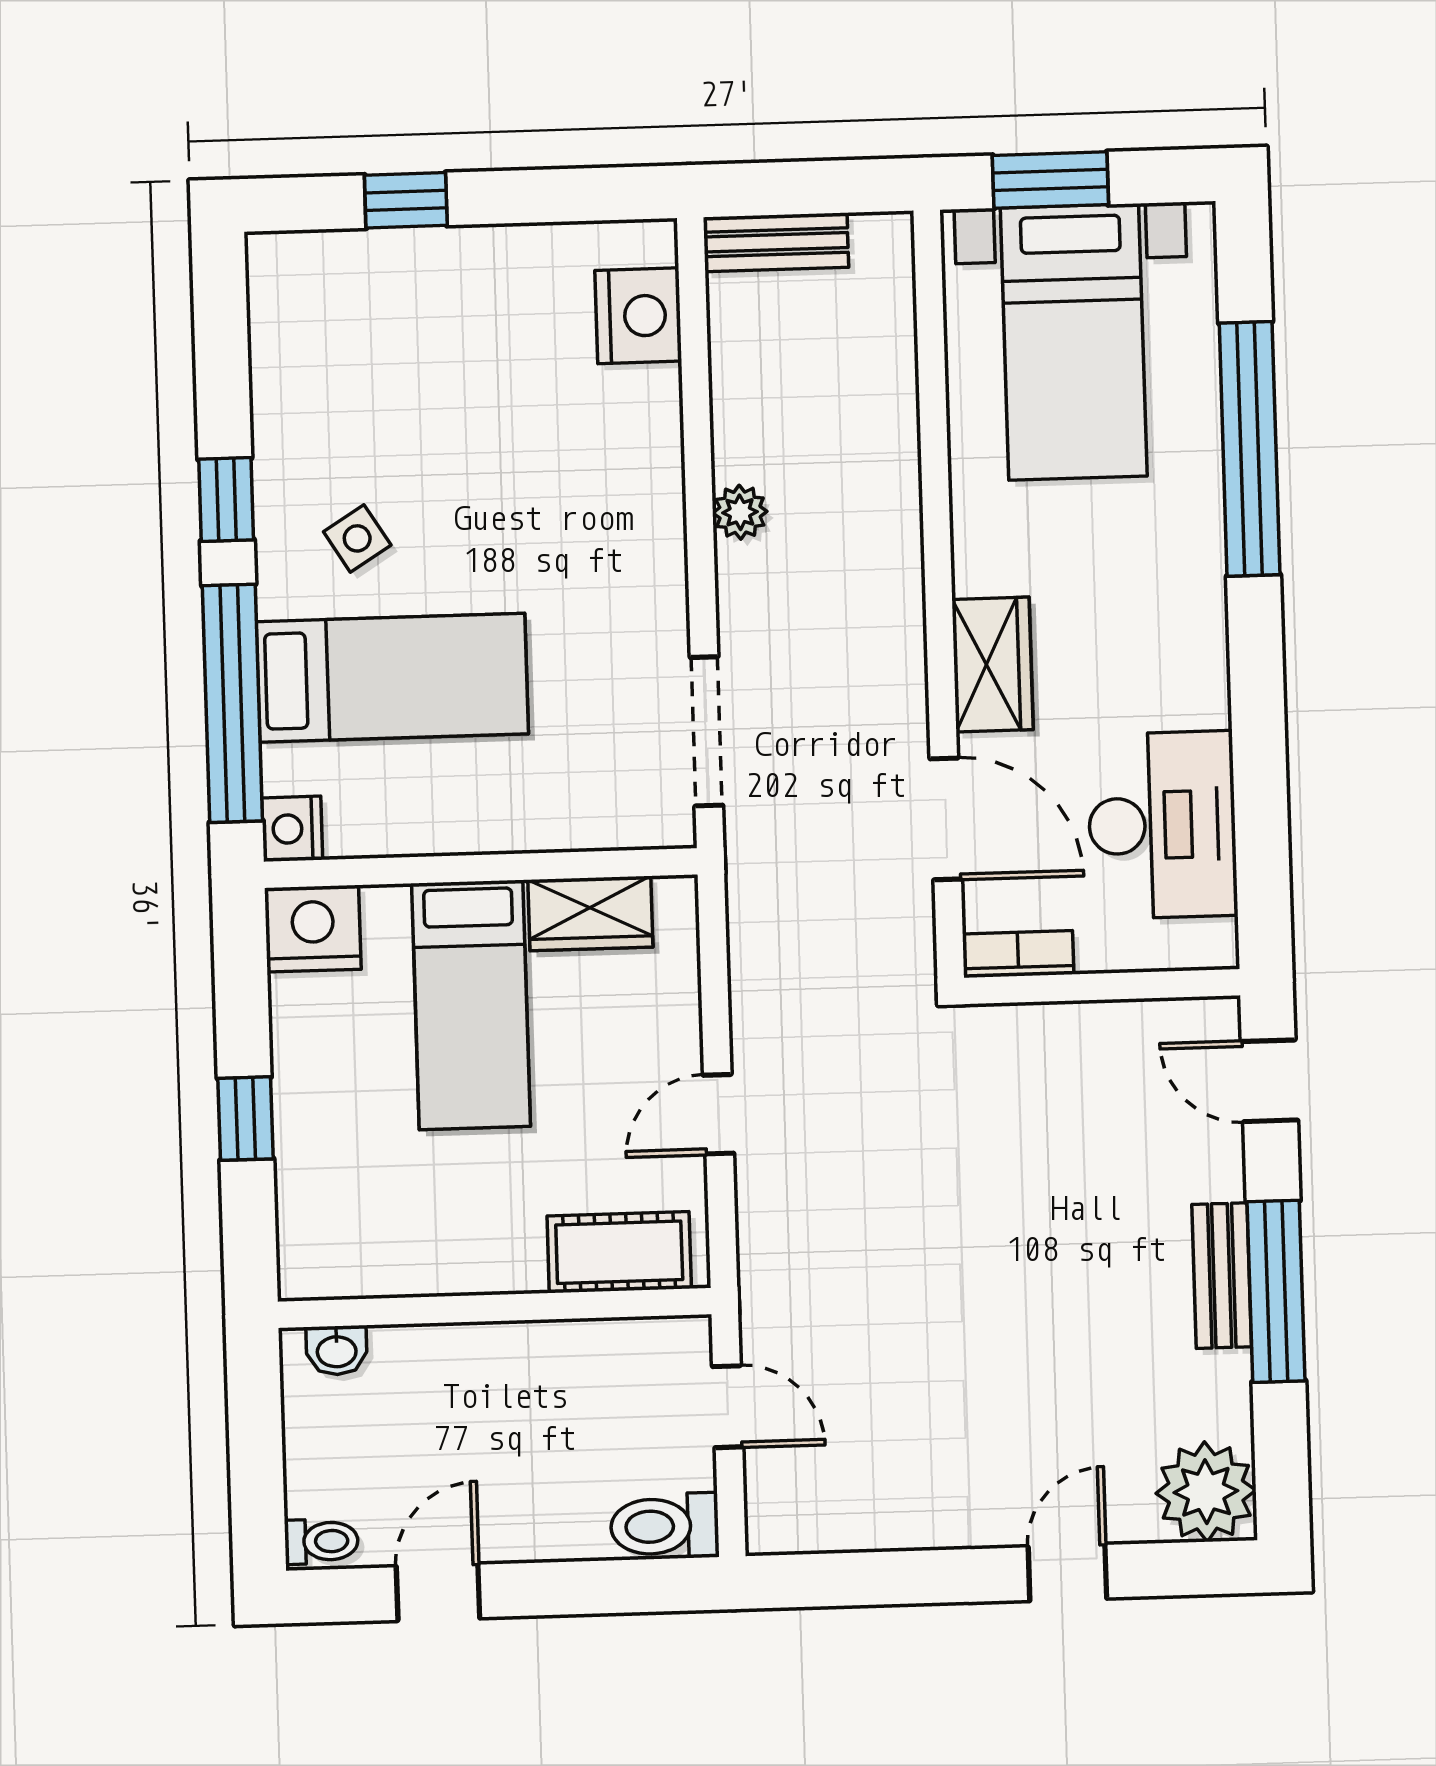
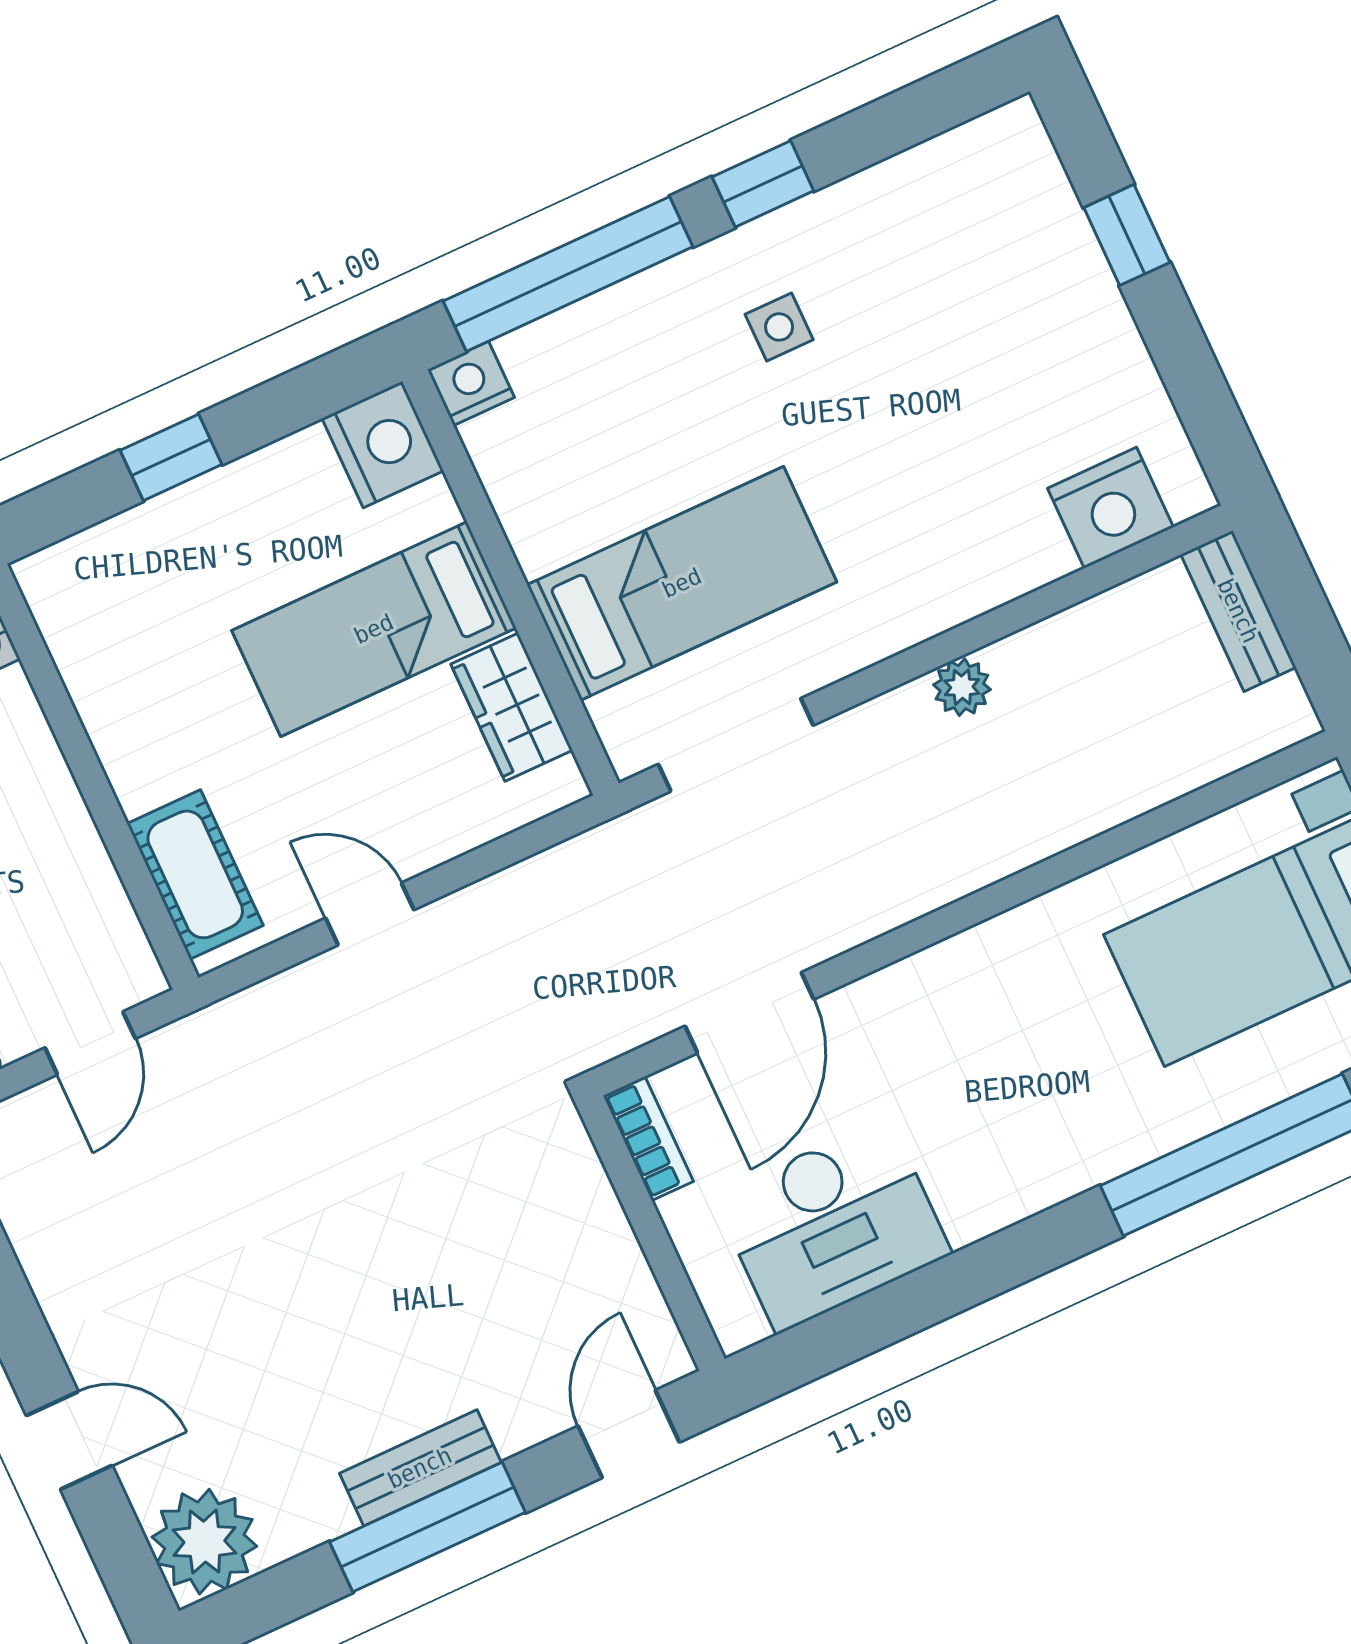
side table: (357, 538) -> (779, 327), turned 32
wardrobe: (993, 665) -> (918, 995), removed
bed: (392, 678) -> (682, 583), moved, turned -90

